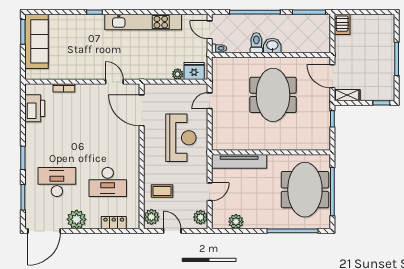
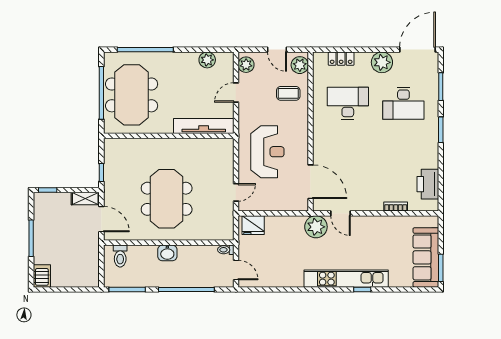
kitchen unit: (143, 22) -> (346, 279), moved
server rack: (342, 24) -> (42, 276), moved
toilet: (256, 43) -> (120, 256), moved
plant: (178, 74) -> (316, 227), moved, width x1.87, depth x1.87
reception desk: (181, 138) -> (267, 152), turned 180

